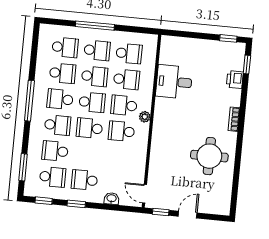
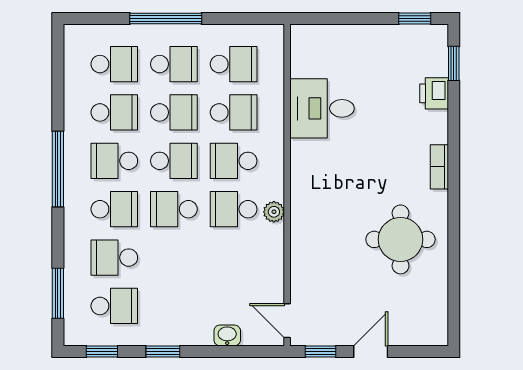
plant: (145, 117) -> (274, 212), moved
school desk: (85, 180) -> (174, 306), removed

